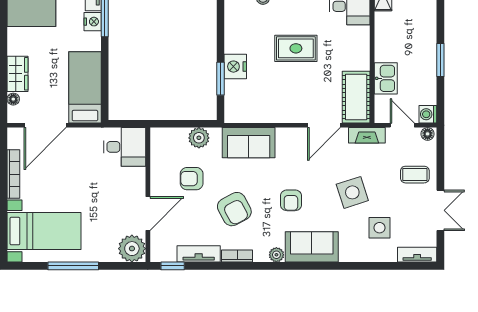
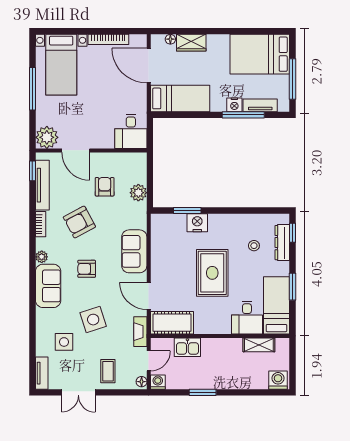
rug: (296, 48) -> (212, 273), width x1.36, depth x1.43
sofa: (249, 143) -> (134, 251), moved
tv unit: (199, 254) -> (42, 185), width x1.41

